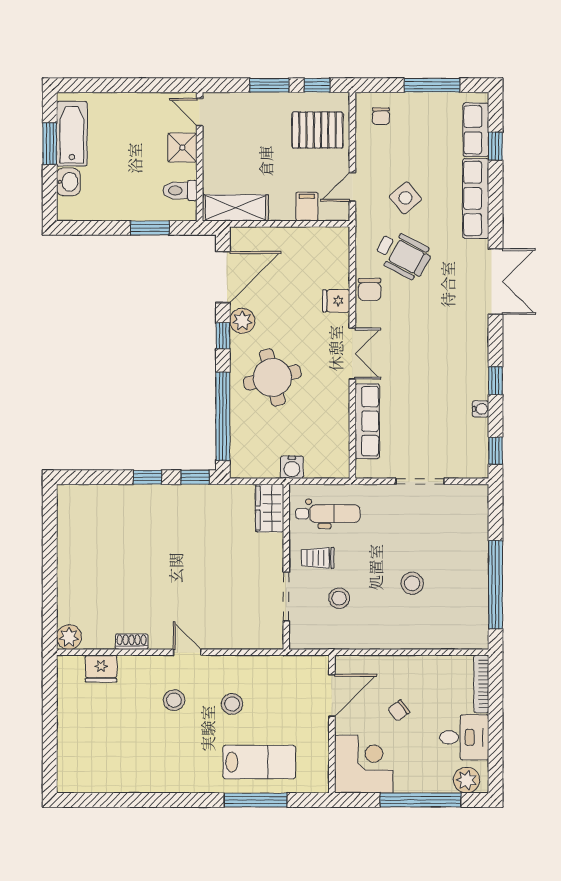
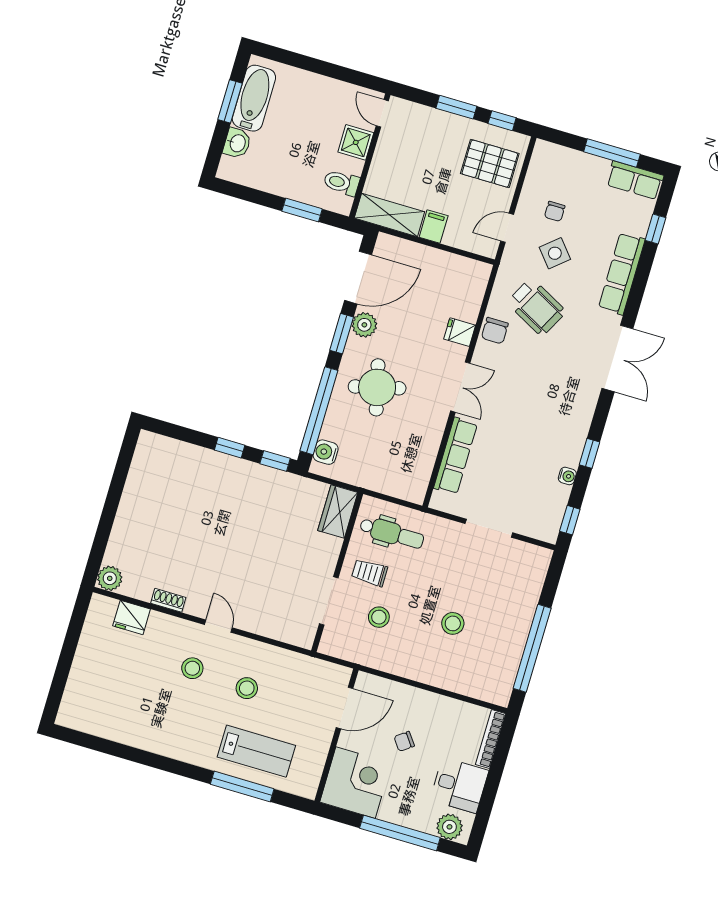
chair: (381, 116) -> (555, 211), moved
row of seats: (476, 130) -> (635, 180), moved, turned -90
filing cabinet: (307, 206) -> (434, 226), moved
window: (223, 336) -> (342, 334), width x1.50
water cooler: (292, 467) -> (326, 452), moved, turned 90

